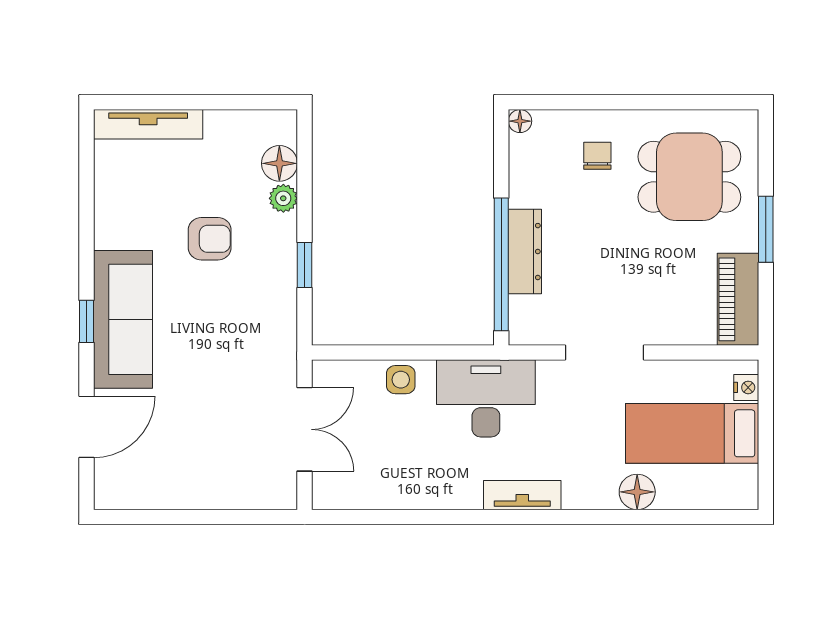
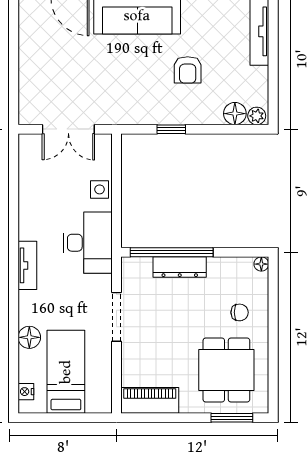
plant: (283, 198) -> (257, 116), moved
window: (766, 229) -> (232, 418), moved
nightstand: (746, 387) -> (26, 392), moved, turned 90

